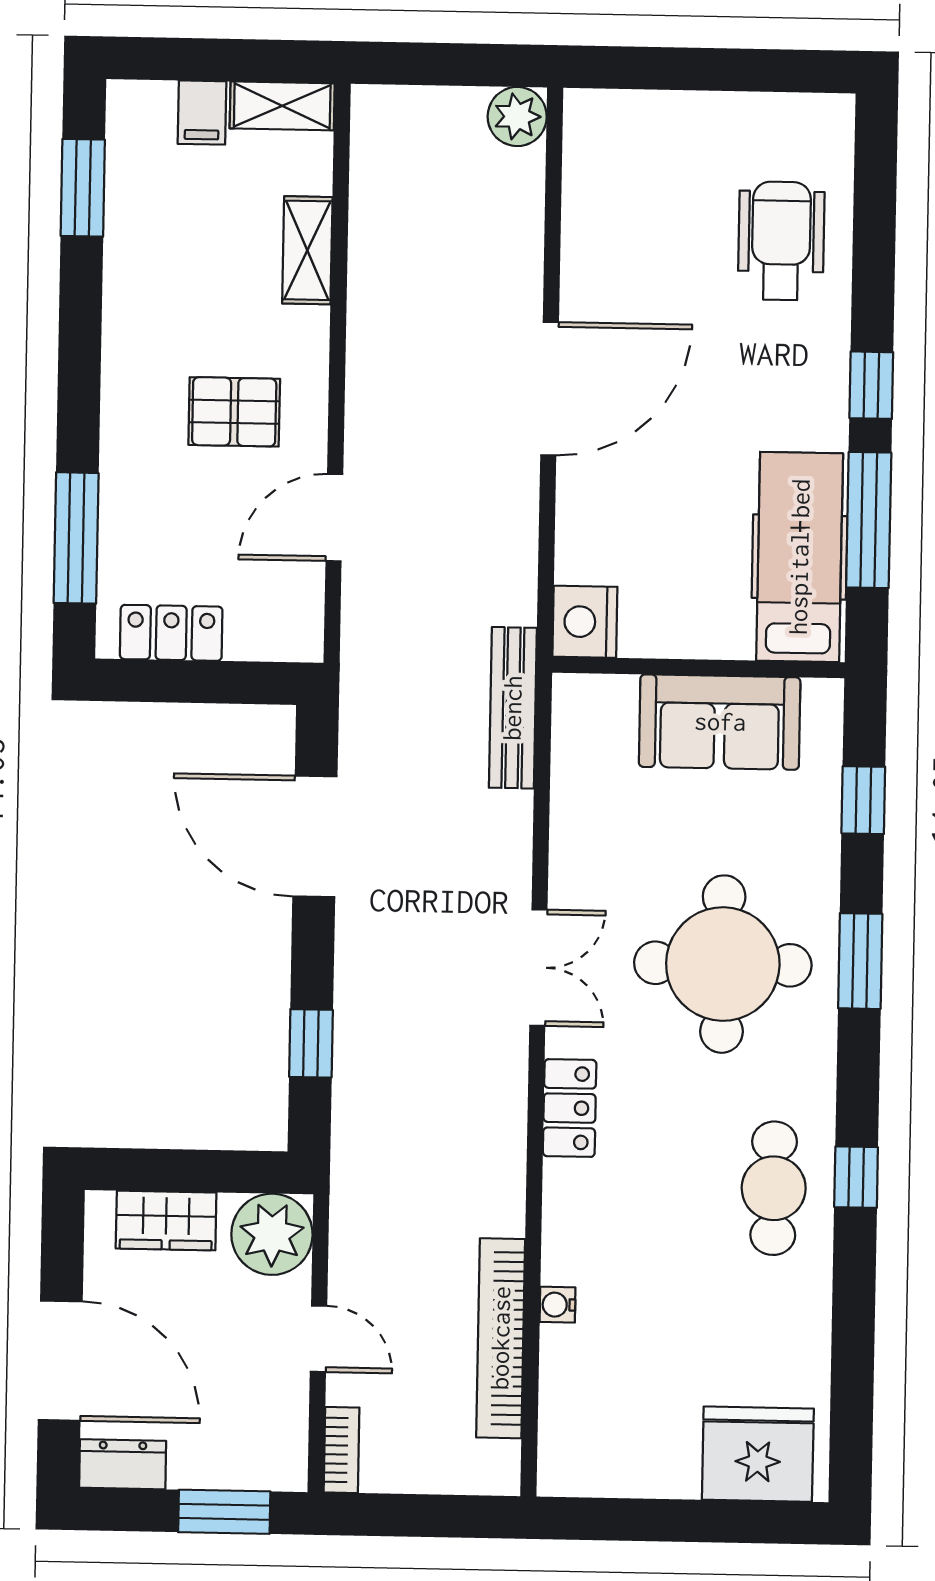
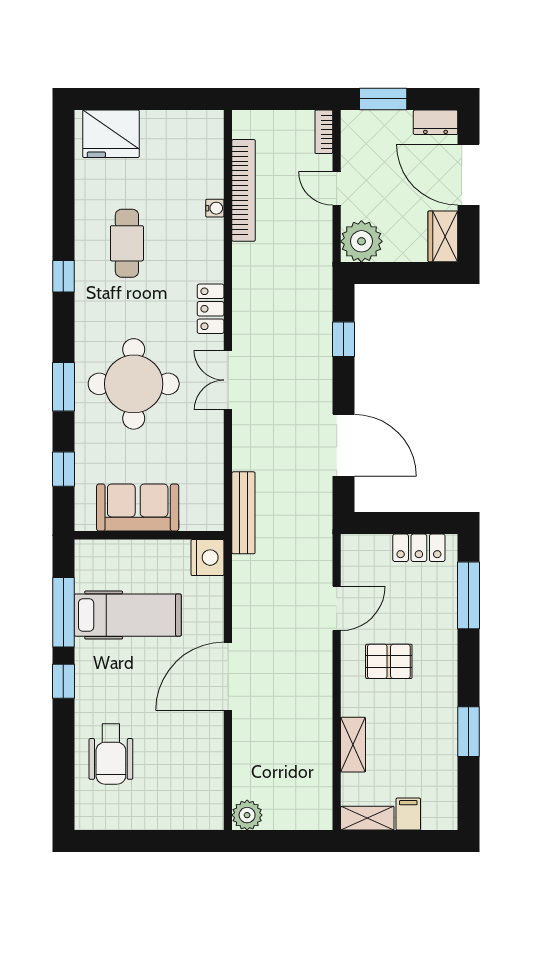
window: (83, 188) -> (468, 732), moved
hospital bed: (800, 557) -> (128, 615), moved, turned -90
cafe table: (774, 1188) -> (127, 243), moved
wardrobe: (166, 1221) -> (443, 236), moved, turned -90

